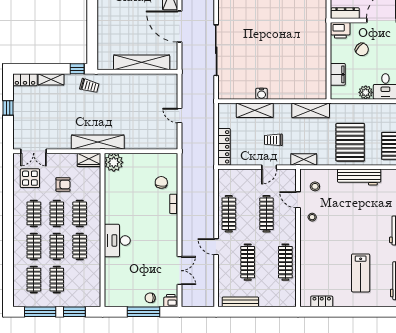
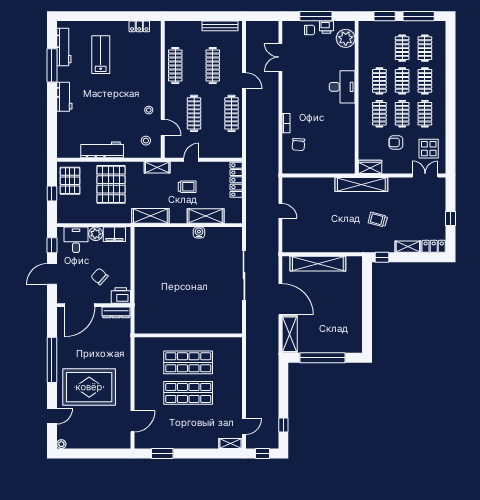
filing cabinet: (338, 74) -> (114, 234), moved, turned -90
trolley: (89, 86) -> (378, 220), moved
plant: (114, 162) -> (346, 38), moved
printer: (171, 301) -> (326, 27), moved

